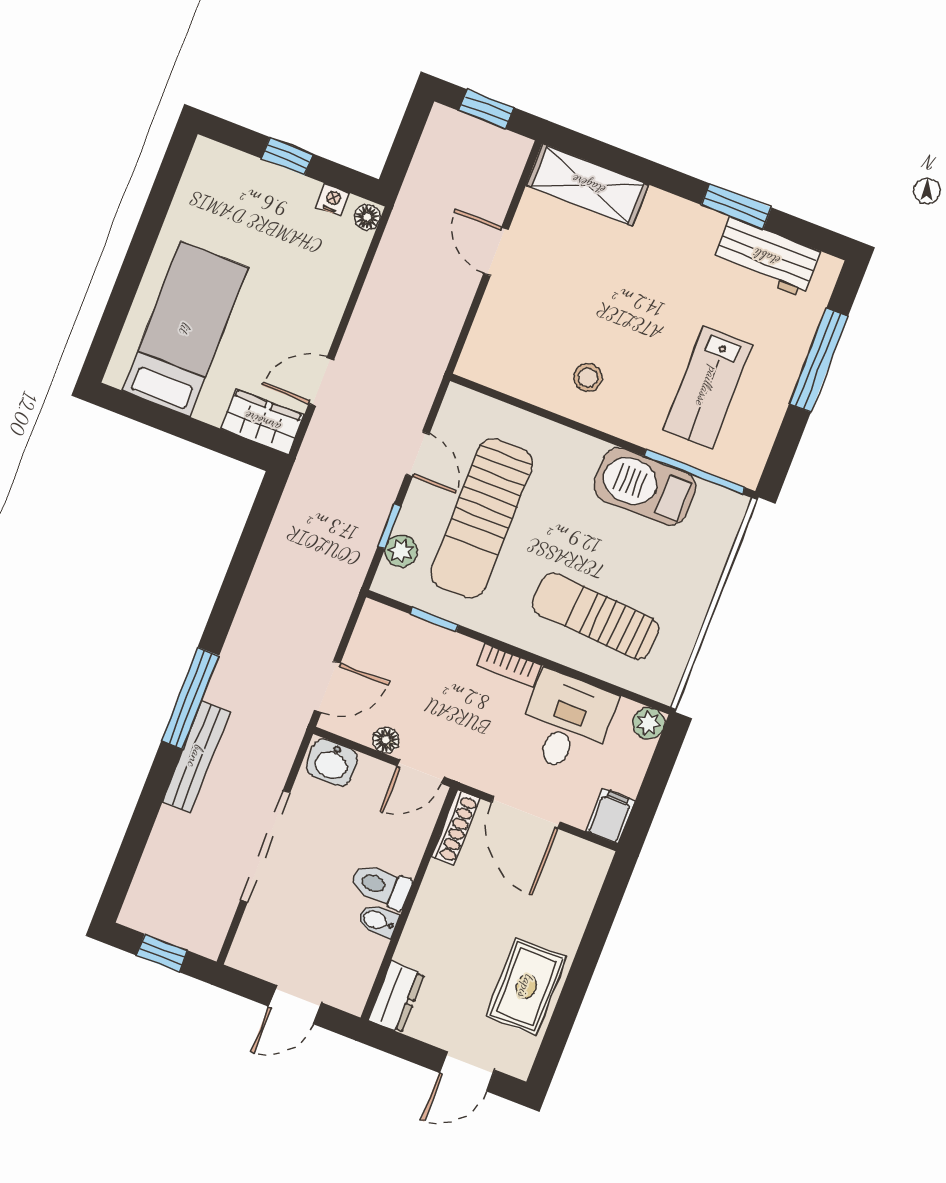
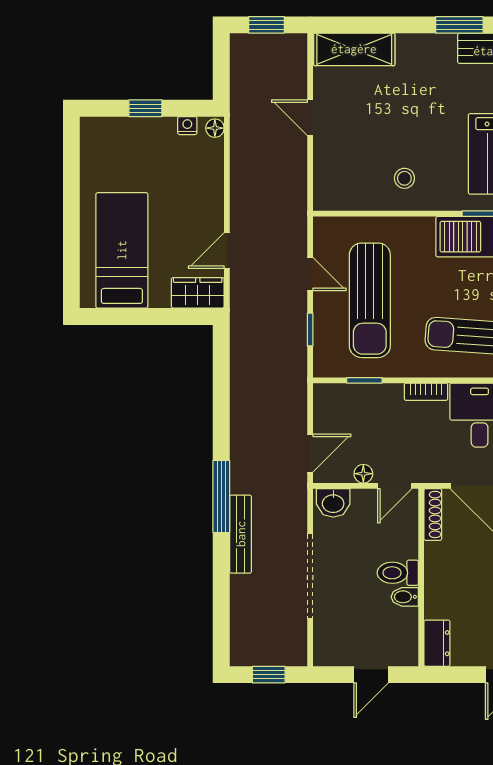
plant: (401, 551) -> (324, 343), removed

